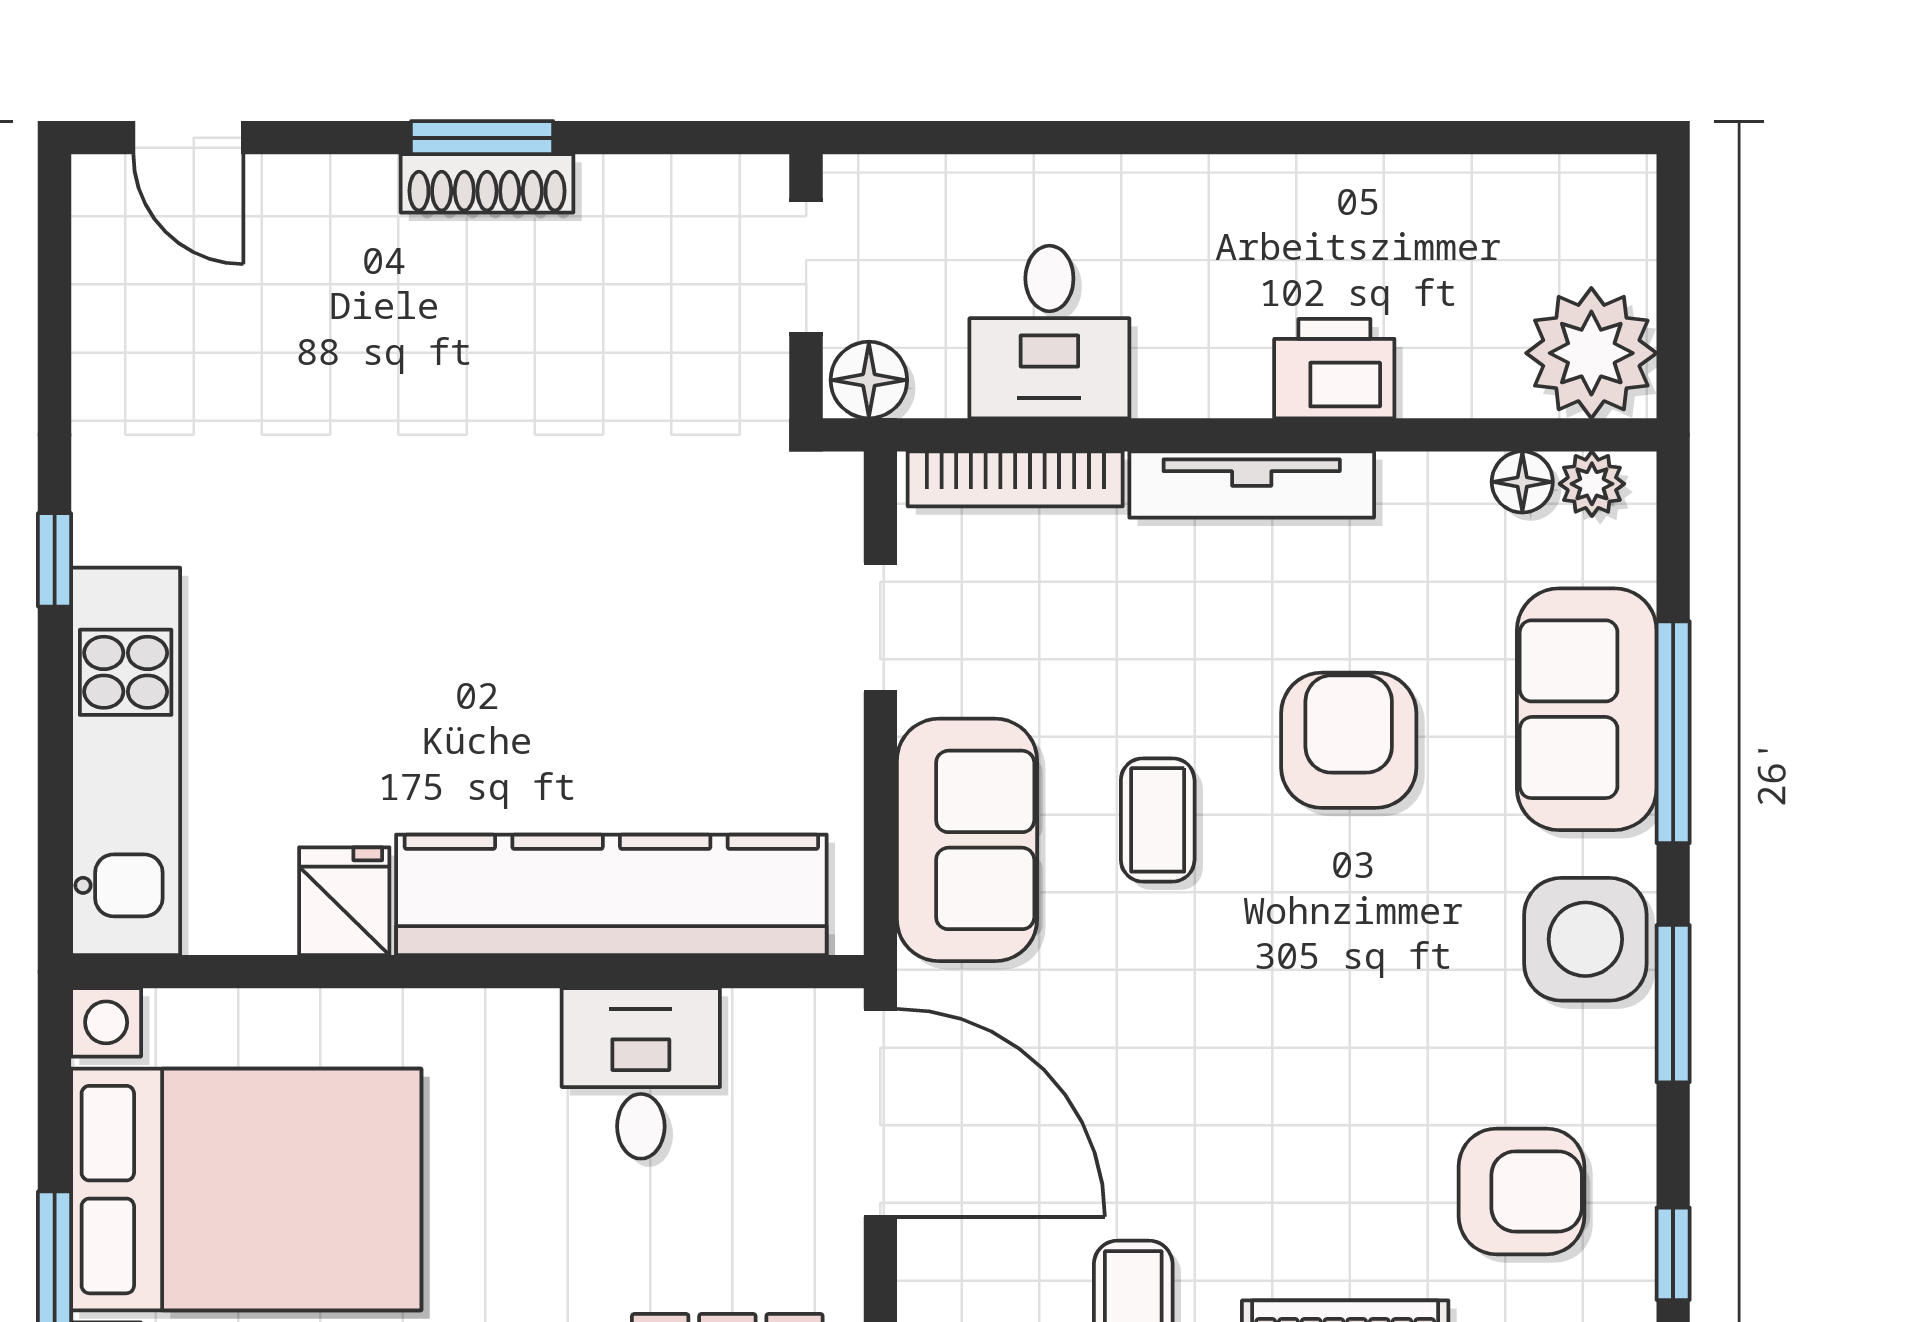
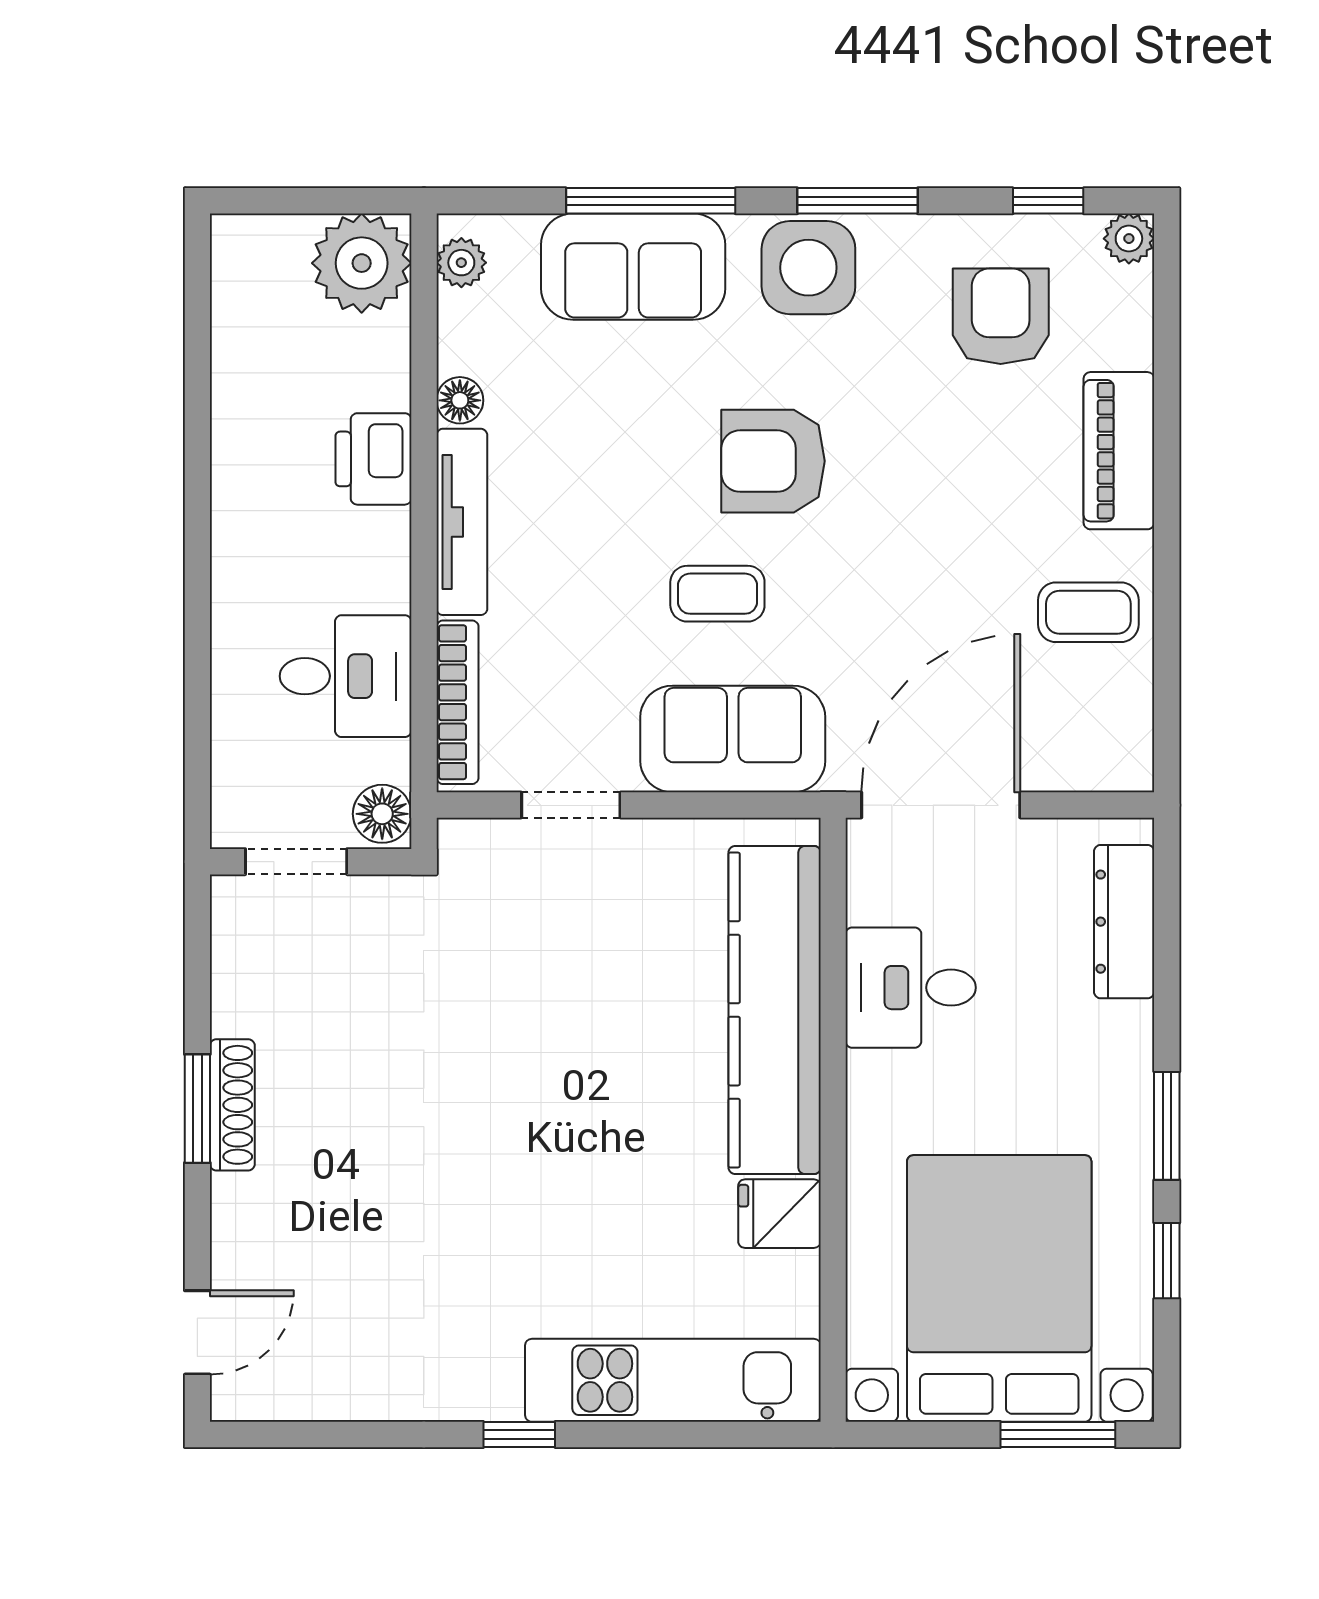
floor lamp: (1522, 482) -> (460, 400), moved
armchair: (1349, 740) -> (773, 461), moved

